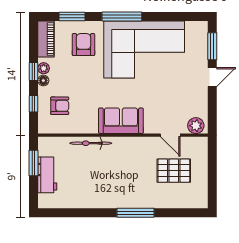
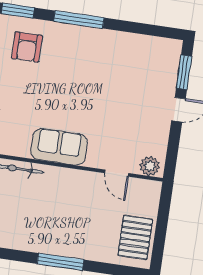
armchair: (83, 45) -> (27, 47), turned 180
corner sofa: (144, 49) -> (100, 64), removed
pallet: (174, 171) -> (135, 237), moved, turned 90

